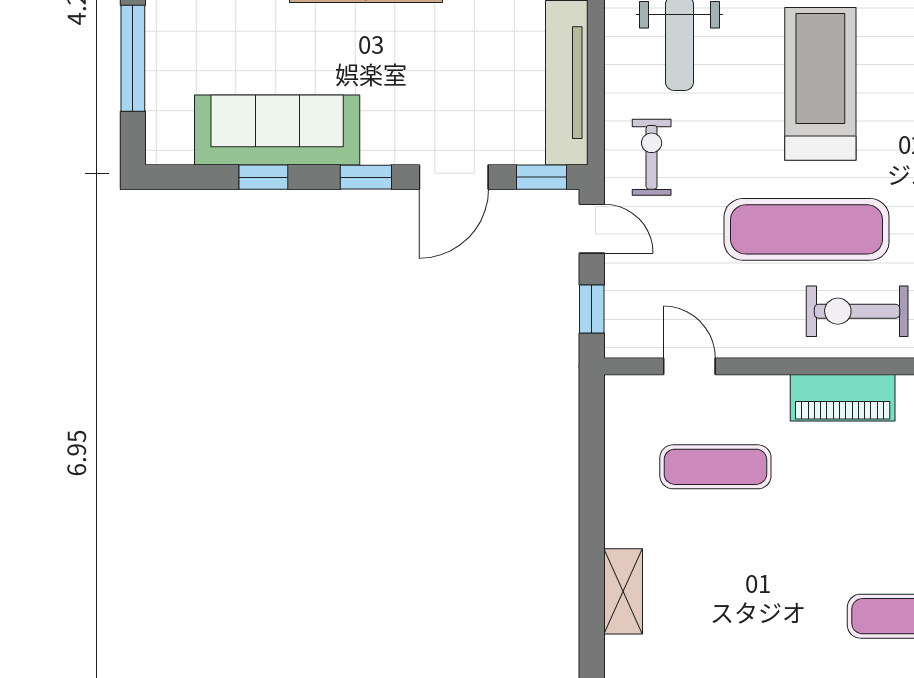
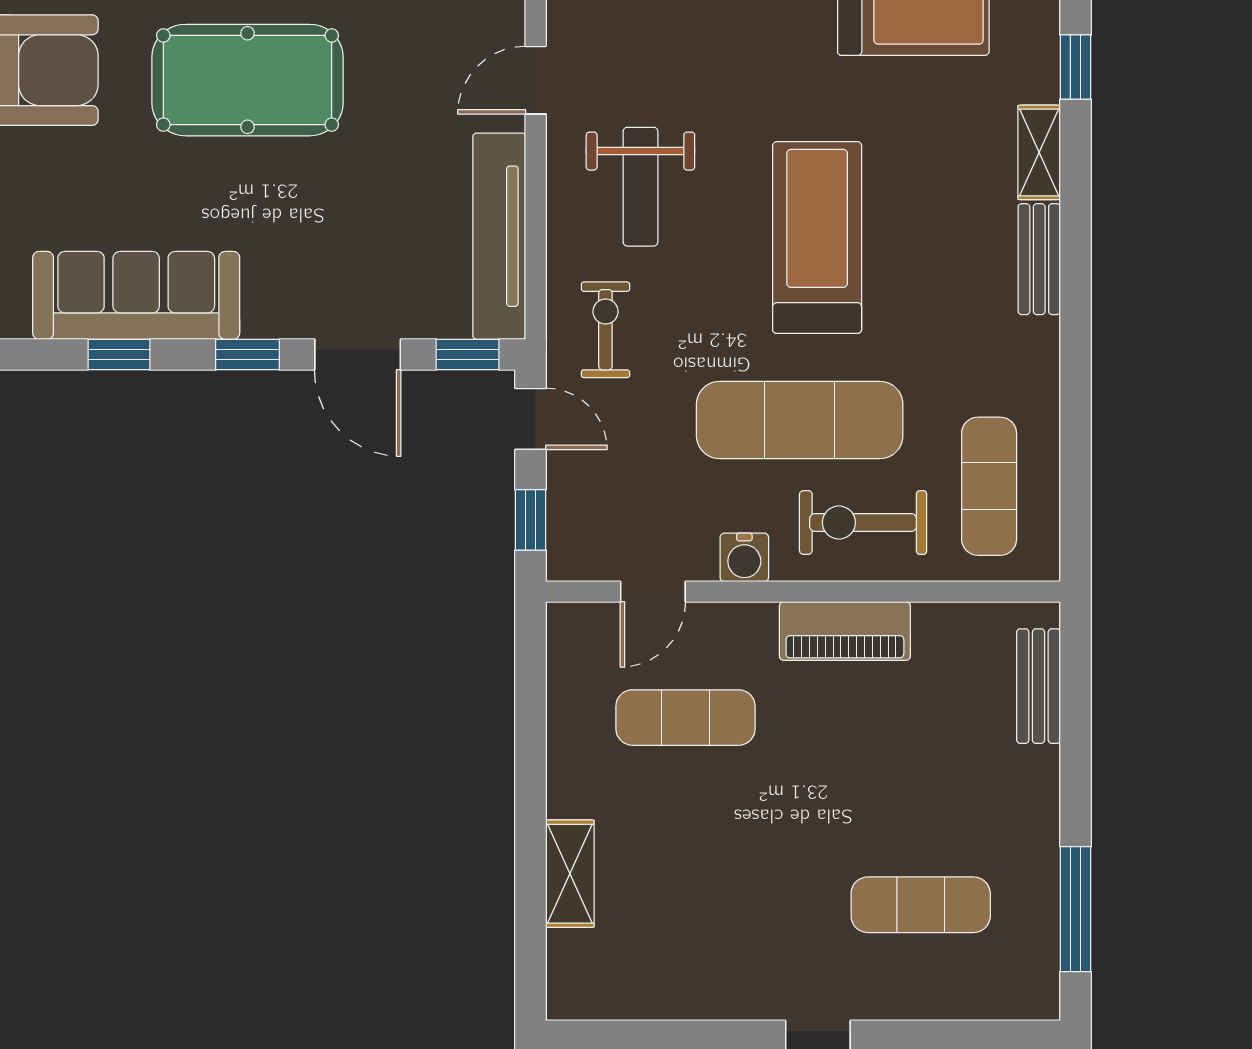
door: (454, 177) -> (358, 355), hinge flipped
water cooler: (762, 339) -> (744, 557), added
door: (689, 366) -> (653, 592), swing flipped

